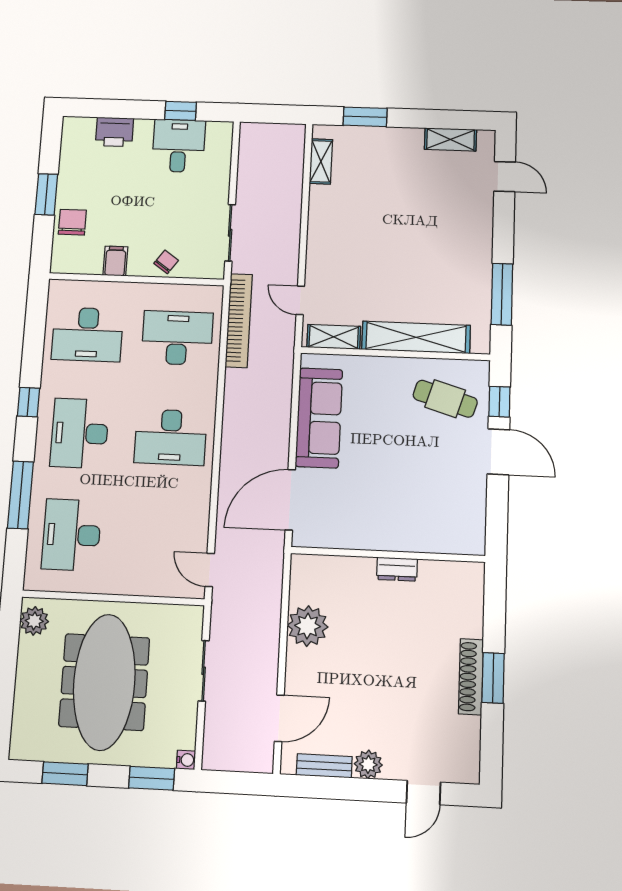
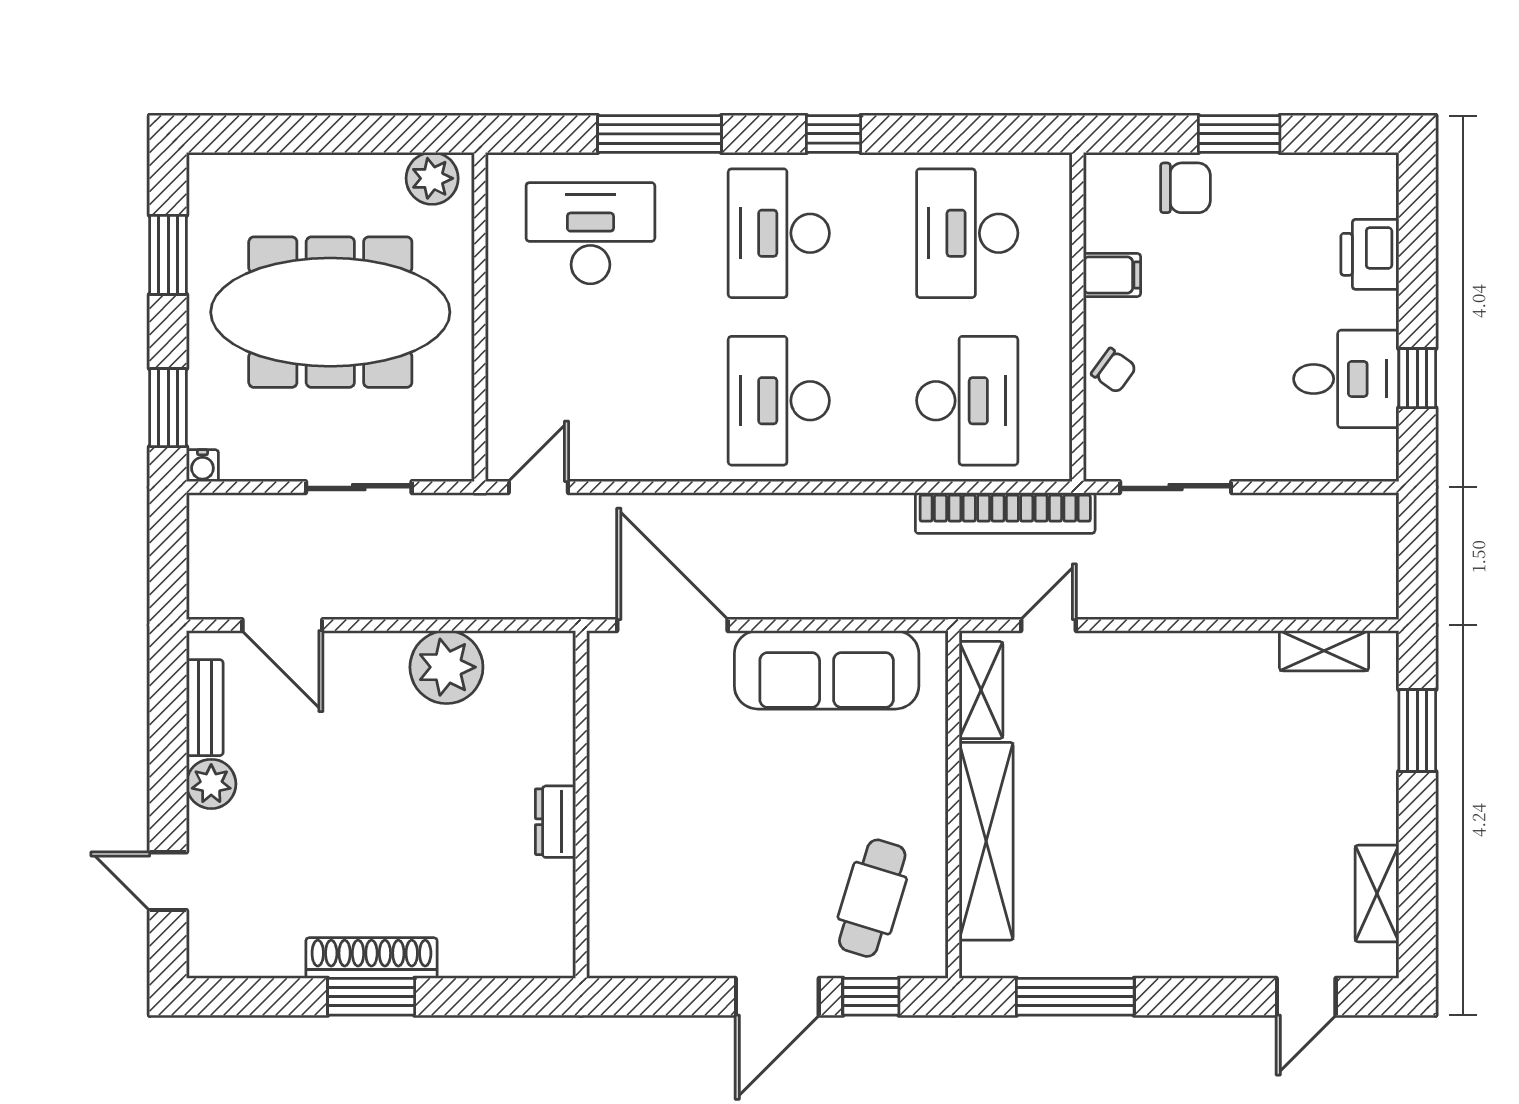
desk: (80, 433) -> (779, 233), turned -90

